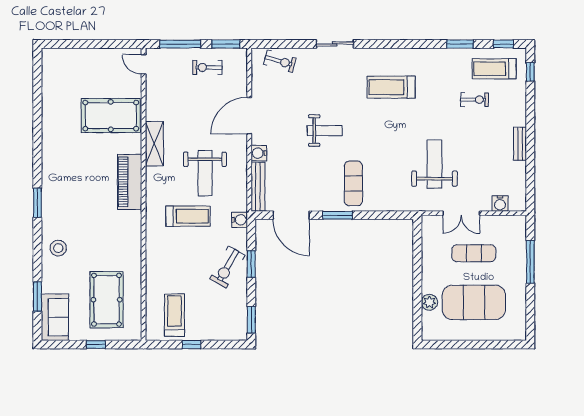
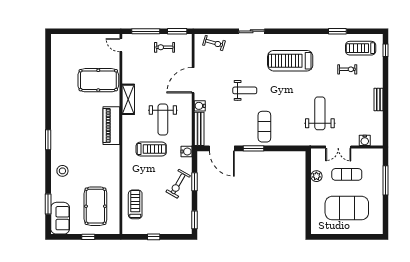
window: (503, 44) -> (367, 31), removed
treadmill: (391, 87) -> (290, 61), width x1.37, depth x1.38
plant: (429, 302) -> (316, 176), moved
treadmill: (174, 315) -> (135, 204), moved

